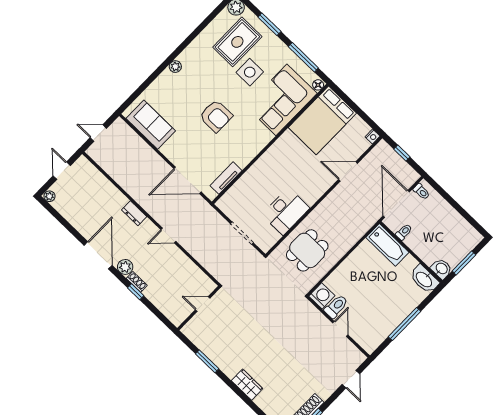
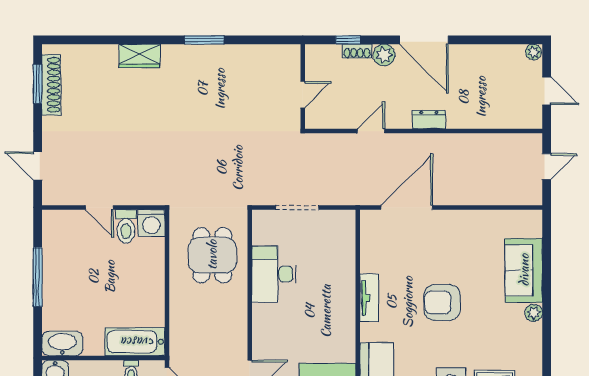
sofa: (151, 125) -> (524, 270), moved, turned 90
tv unit: (226, 178) -> (369, 298), moved
door: (203, 304) -> (303, 95), moved
wall: (199, 308) -> (303, 87), moved

